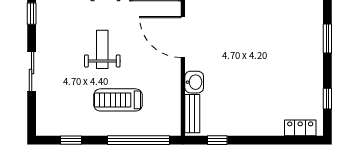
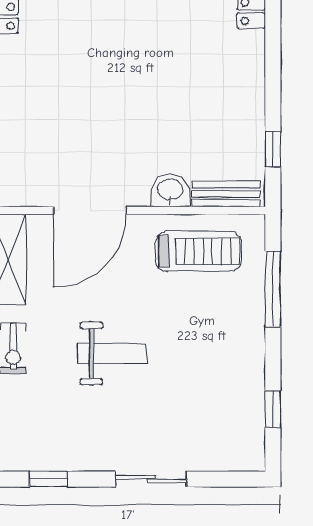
weight bench: (102, 49) -> (112, 354), turned 180
treadmill: (118, 100) -> (198, 251), moved, turned -90
window: (139, 140) -> (273, 289), width x0.68

